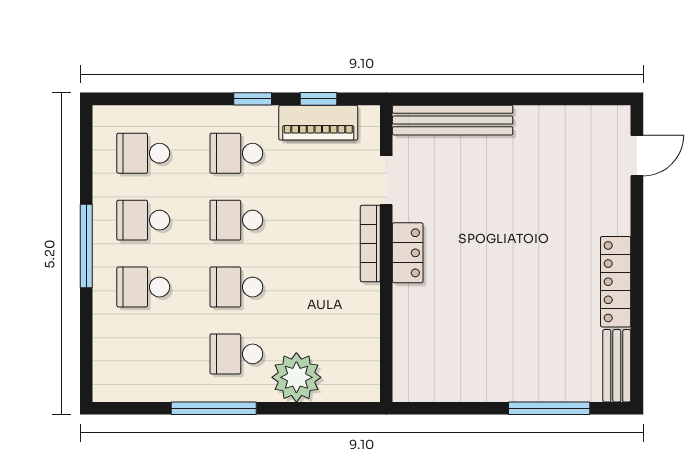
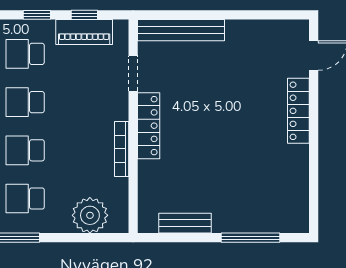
bookcase: (370, 244) -> (122, 149), moved
locker: (408, 253) -> (149, 126), width x1.53
locker: (616, 282) -> (298, 111), moved
bench: (617, 366) -> (185, 223), moved, turned 90
plant: (296, 377) -> (90, 215), moved

